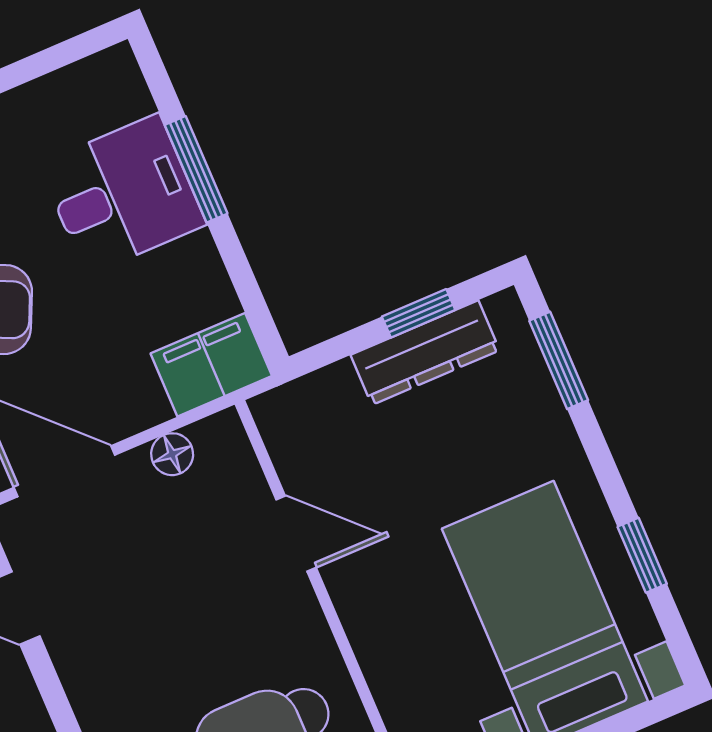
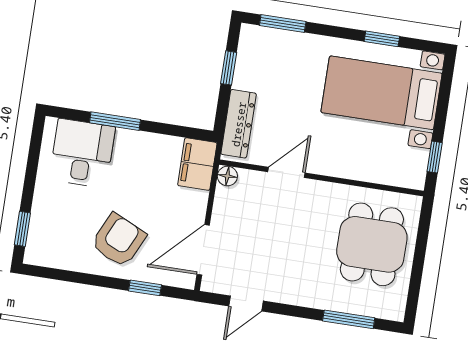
desk: (123, 194) -> (82, 153), moved
dresser: (425, 353) -> (239, 124), moved
floor lamp: (172, 454) -> (227, 176), moved

